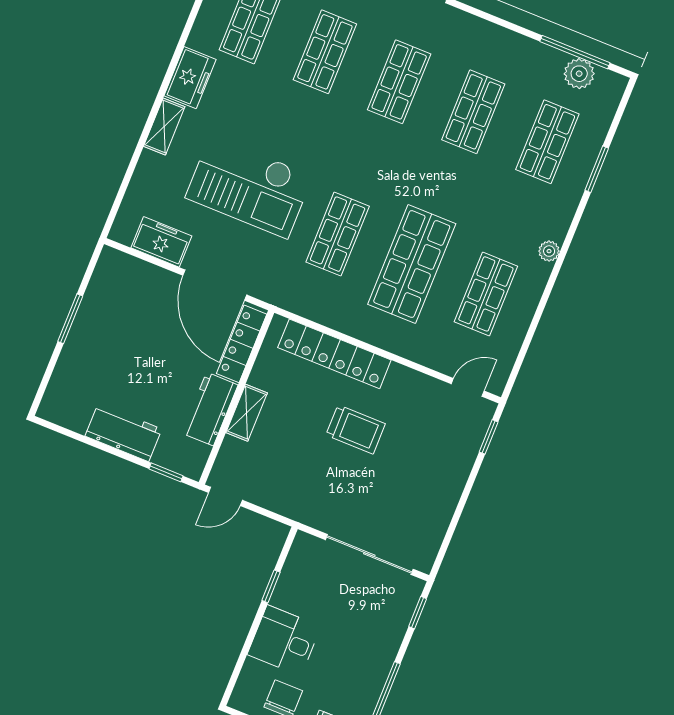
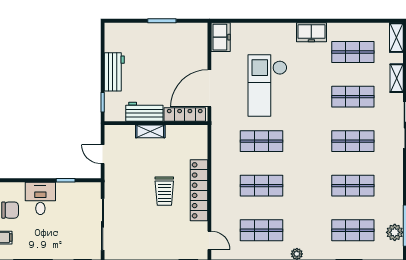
shelving: (164, 127) -> (281, 29), removed
freezer: (161, 242) -> (221, 37), moved
shop shelf: (412, 264) -> (261, 186), width x0.70, depth x0.74
locker: (334, 354) -> (199, 190), moved
door: (225, 496) -> (103, 154), moved

